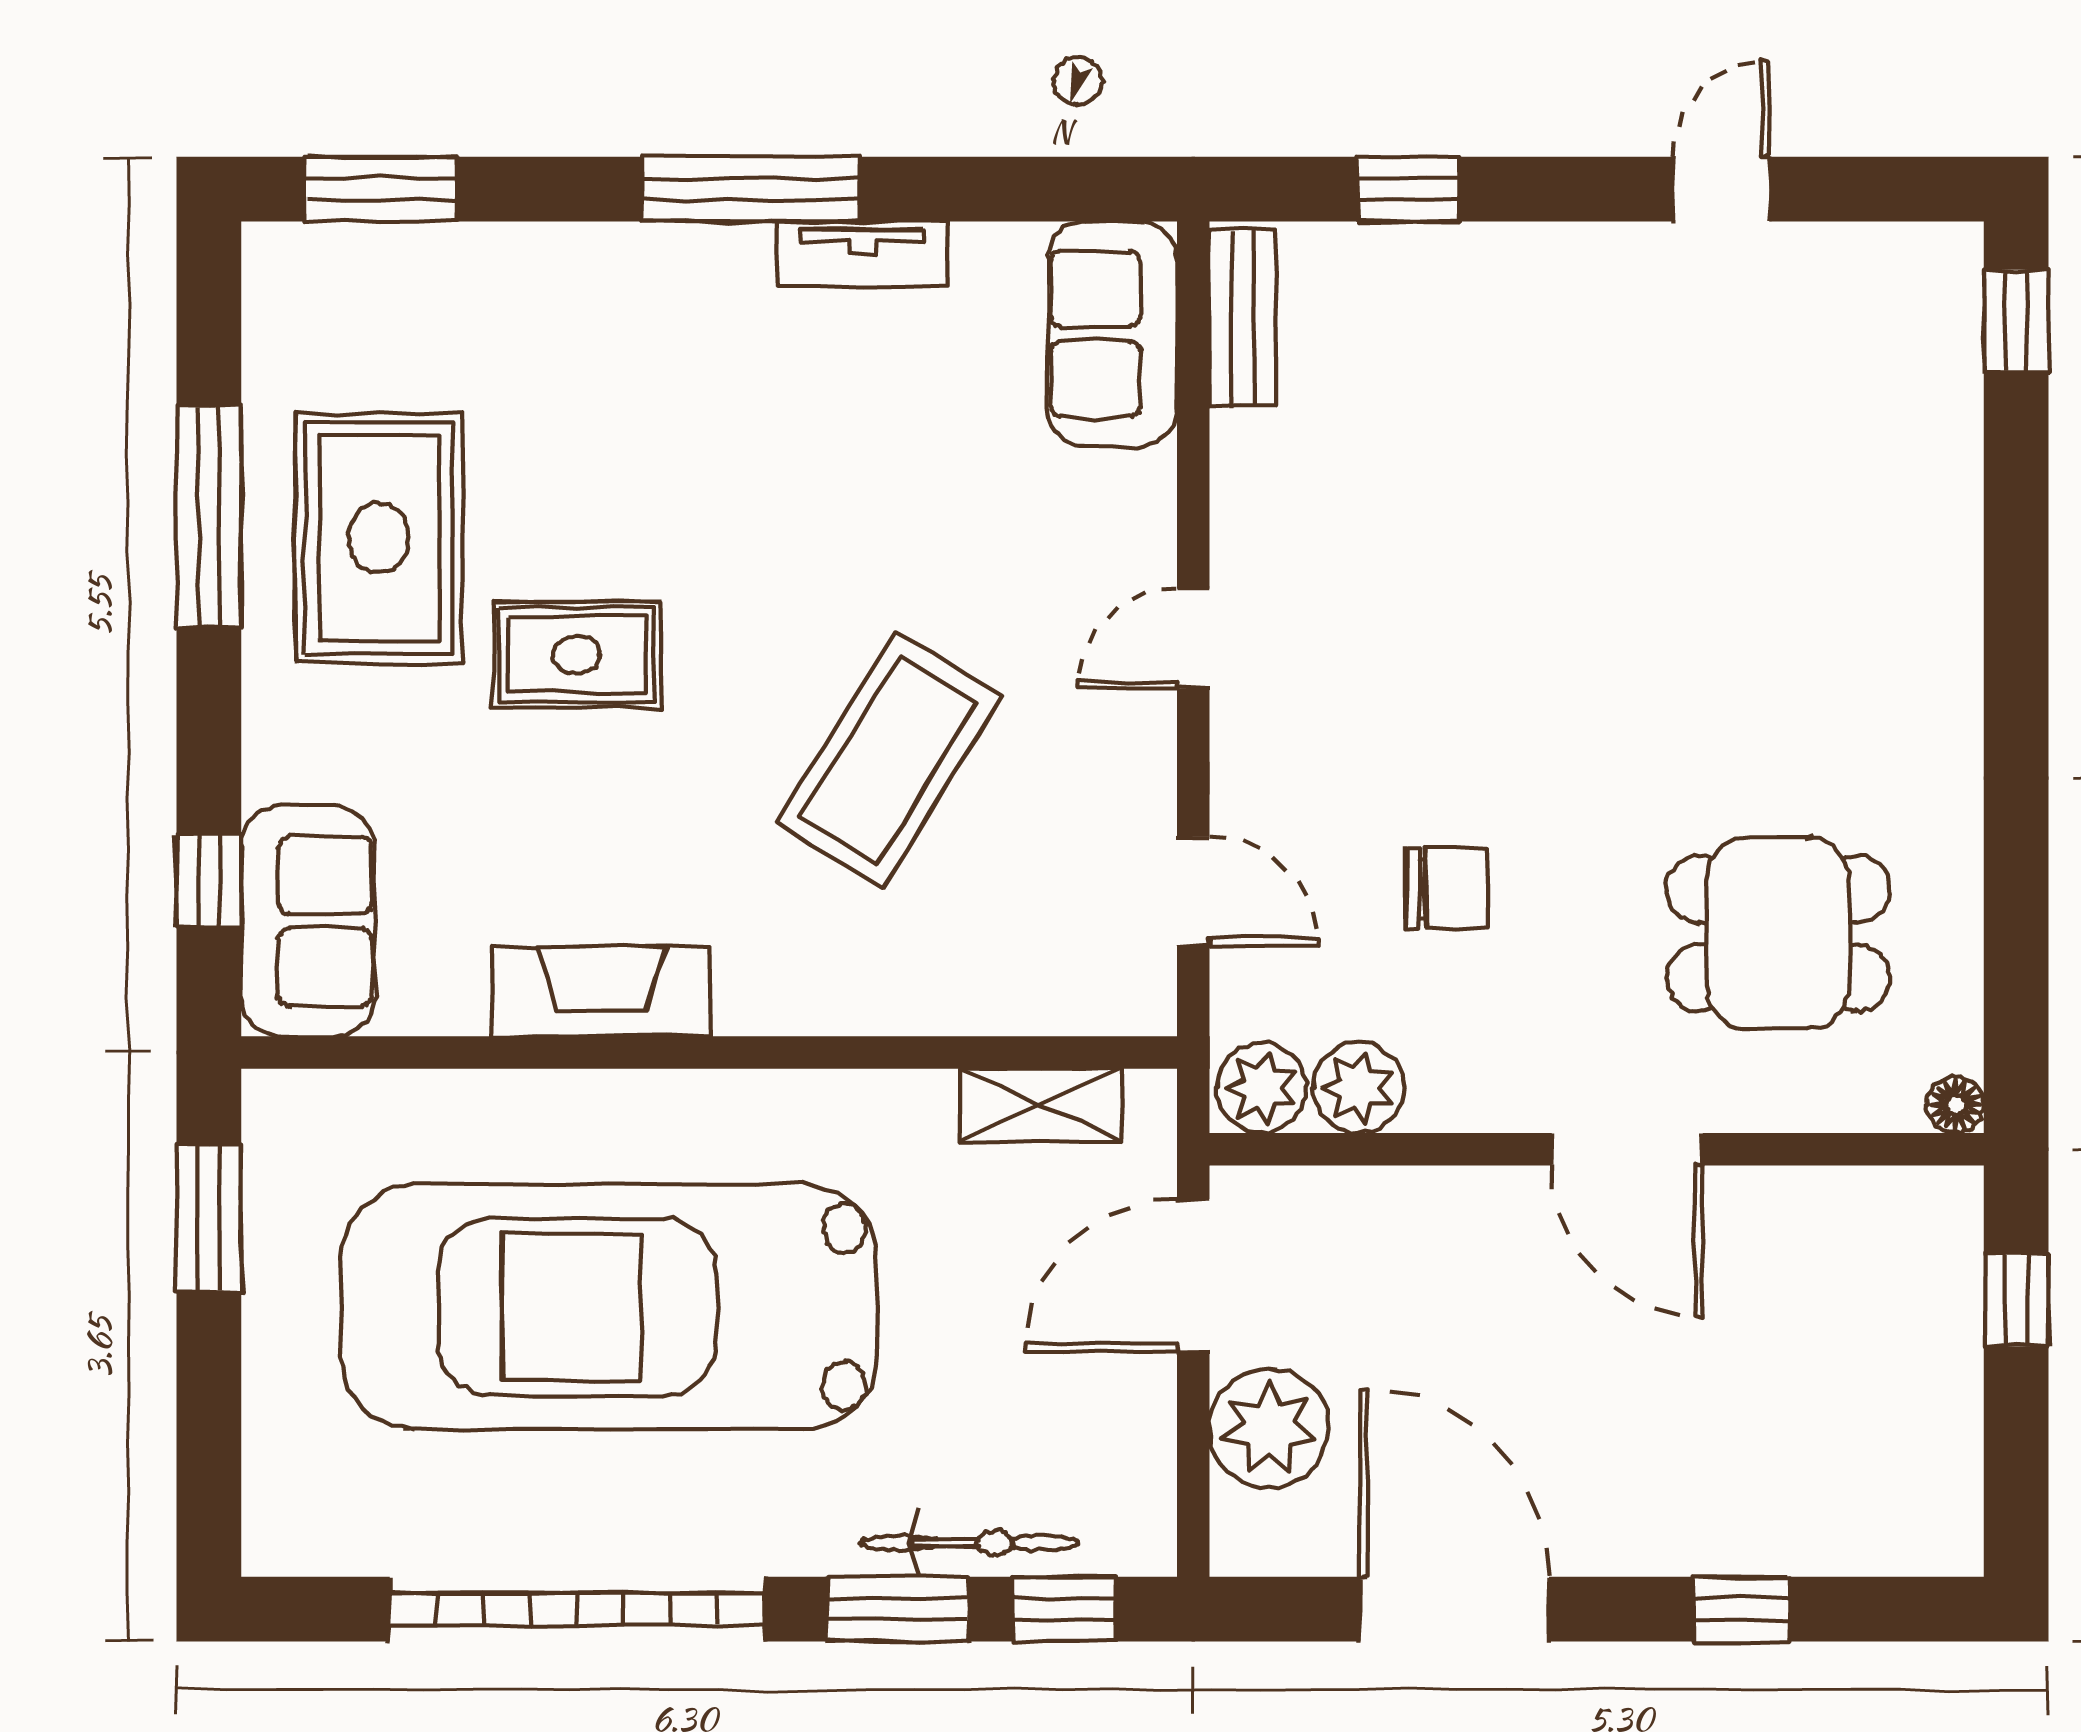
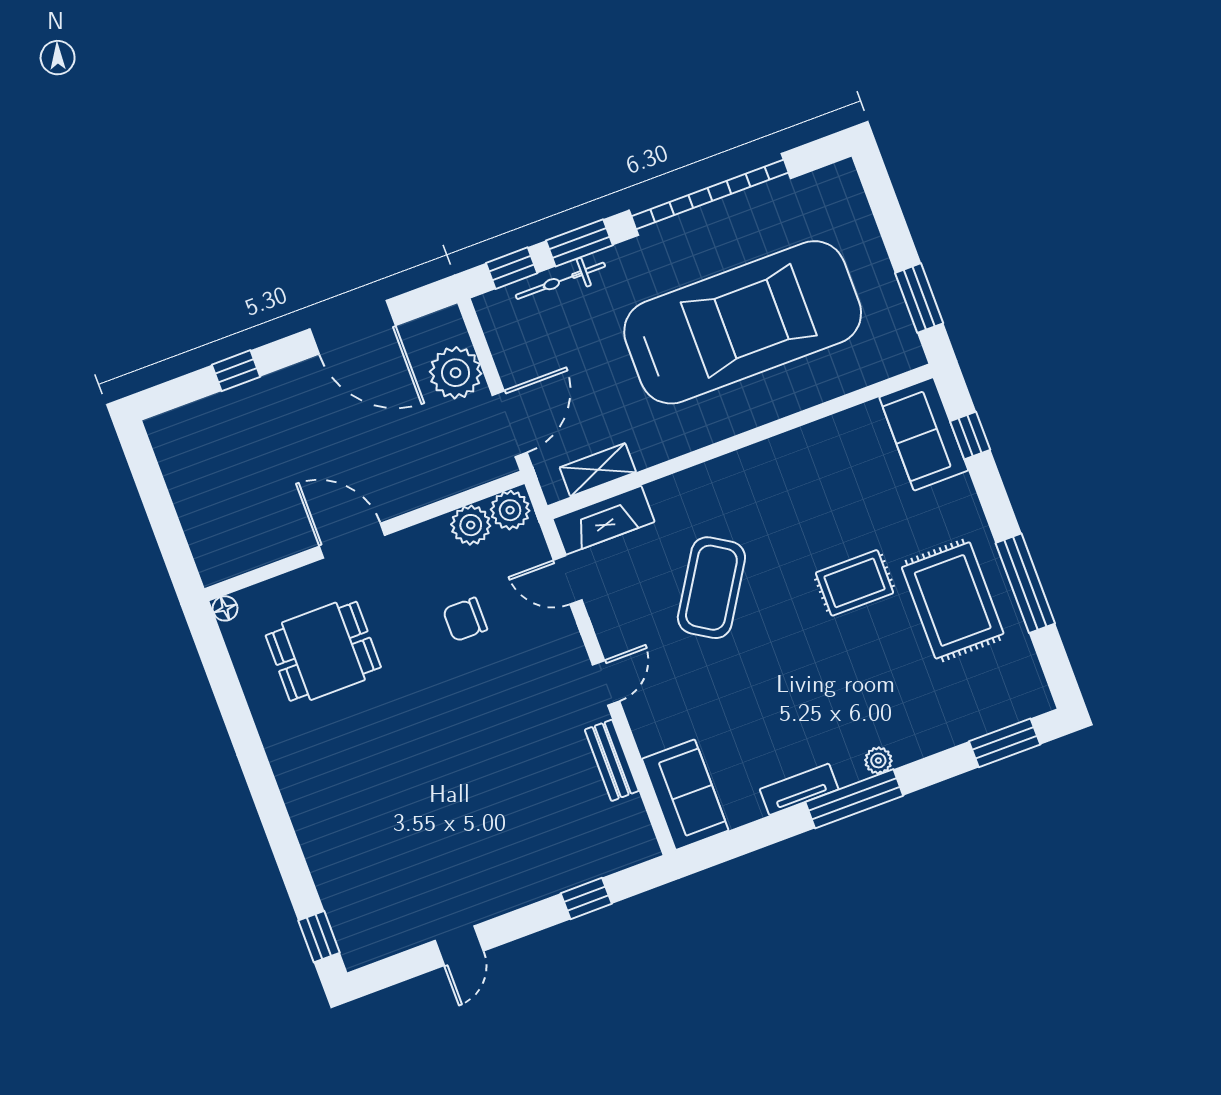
plant: (668, 252) -> (878, 760), added
bench: (1243, 318) -> (612, 760), moved
fireplace: (601, 991) -> (604, 520), moved
window: (2016, 1300) -> (171, 538), removed

